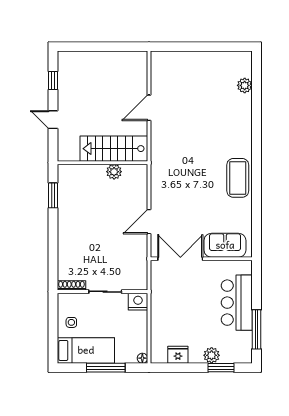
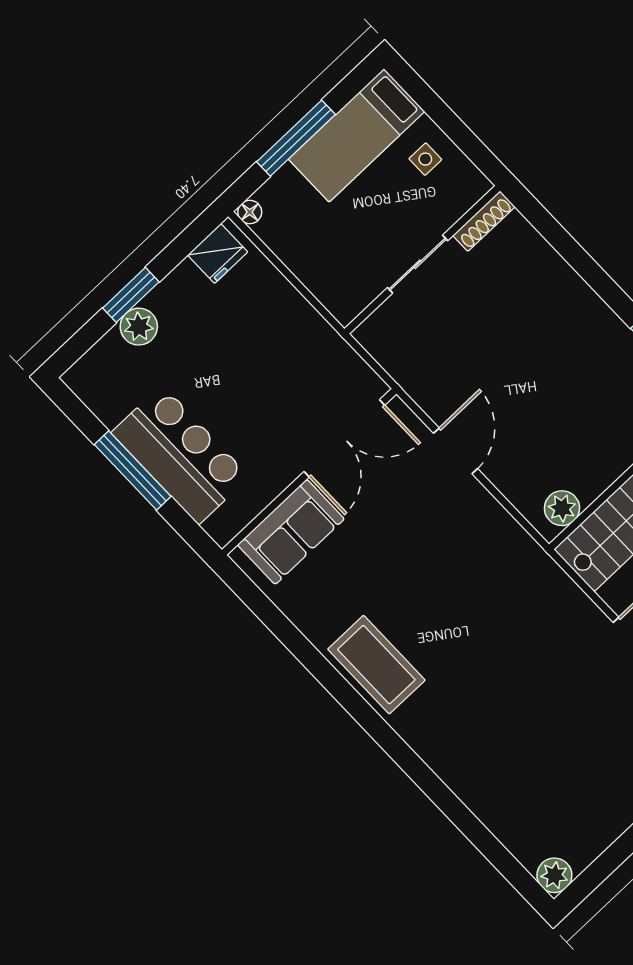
plant: (245, 85) -> (554, 875), moved
plant: (114, 172) -> (562, 508), moved
nightstand: (138, 302) -> (347, 300), removed
window: (256, 329) -> (133, 470), moved
fridge: (178, 355) -> (218, 254), moved
window: (221, 368) -> (131, 295), moved

